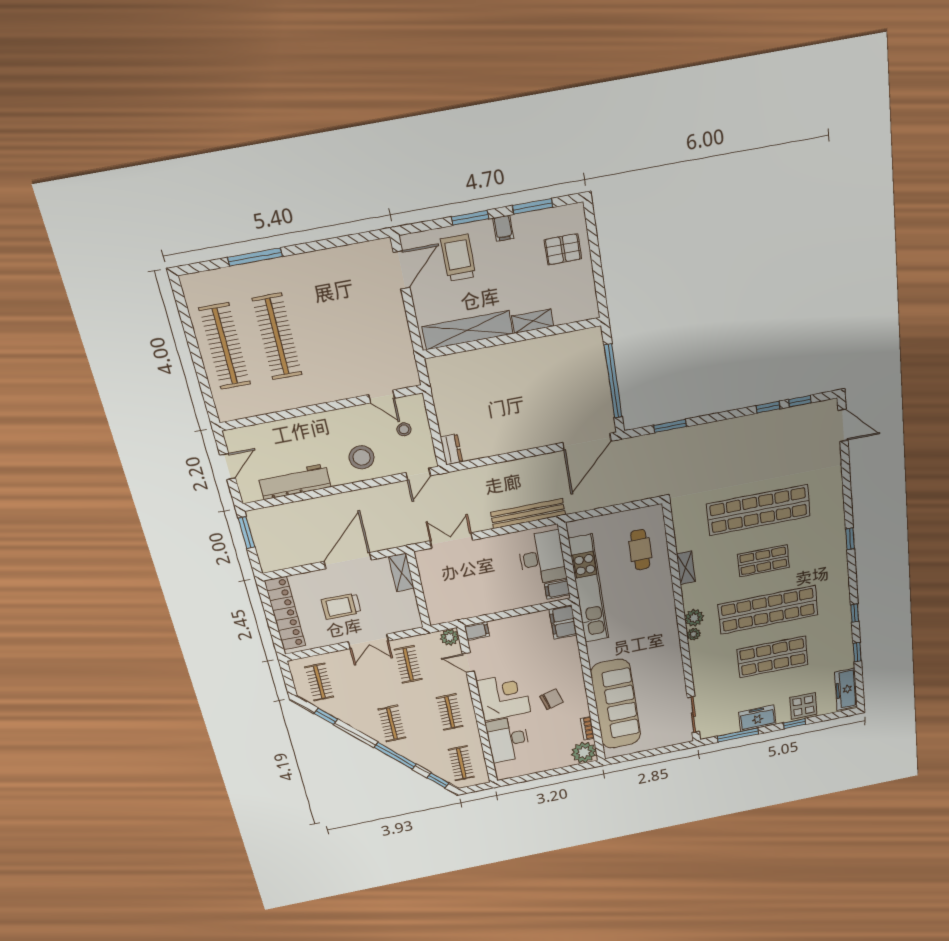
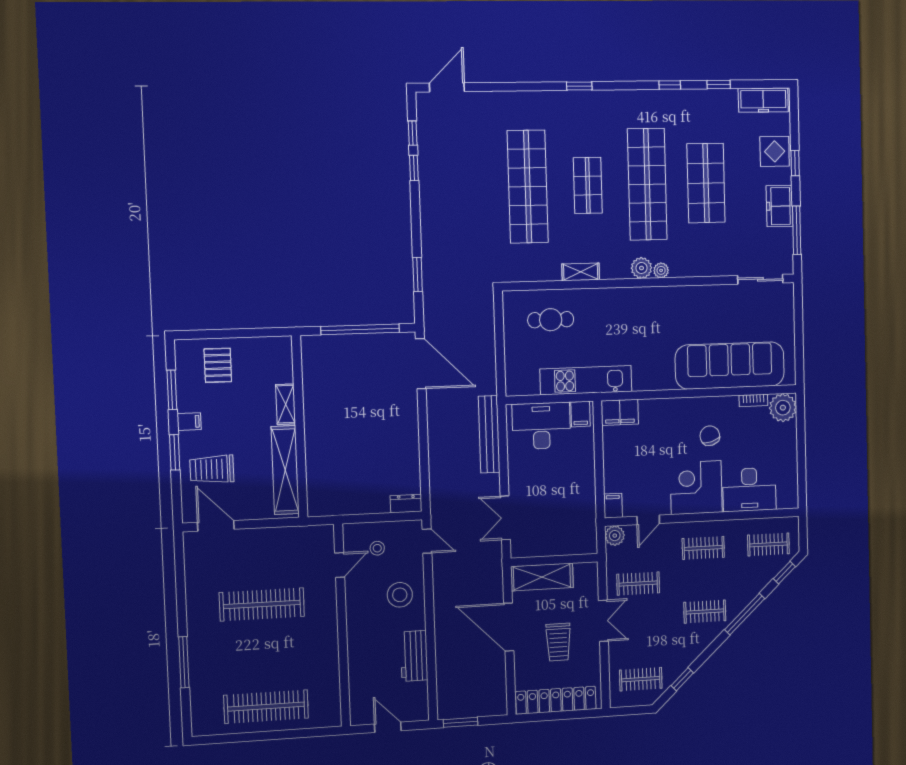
clothes rail: (277, 337) -> (262, 604), moved
workbench: (295, 482) -> (414, 656), width x0.73
shelving: (401, 572) -> (542, 577), width x1.50, depth x1.33
kitchen unit: (589, 589) -> (586, 380), width x0.73

